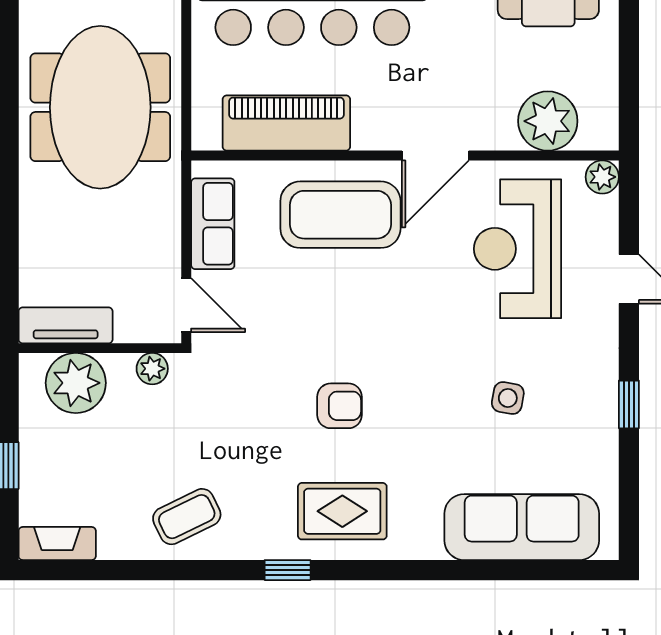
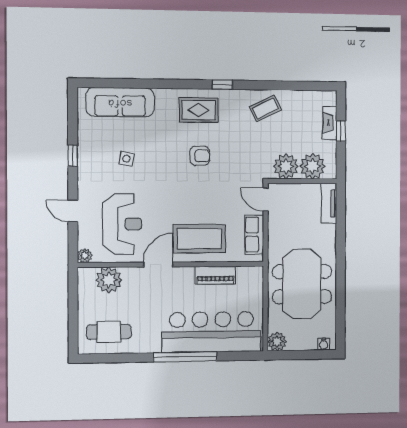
piano: (286, 123) -> (215, 275), width x0.73, depth x0.75
tv unit: (66, 325) -> (329, 203), moved, turned 90
plant: (152, 369) -> (286, 166), width x1.88, depth x1.88
armchair: (340, 406) -> (200, 156), turned 180
fireplace: (57, 544) -> (330, 123), moved, turned 90

